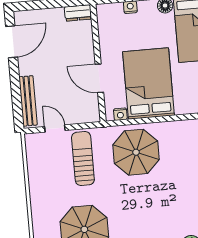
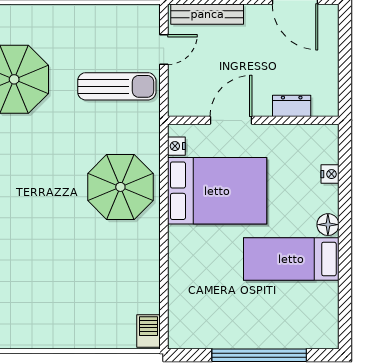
dresser: (78, 13) -> (292, 106), moved, turned 90
parasol: (136, 152) -> (120, 187), moved

